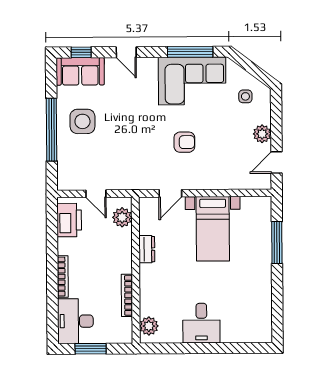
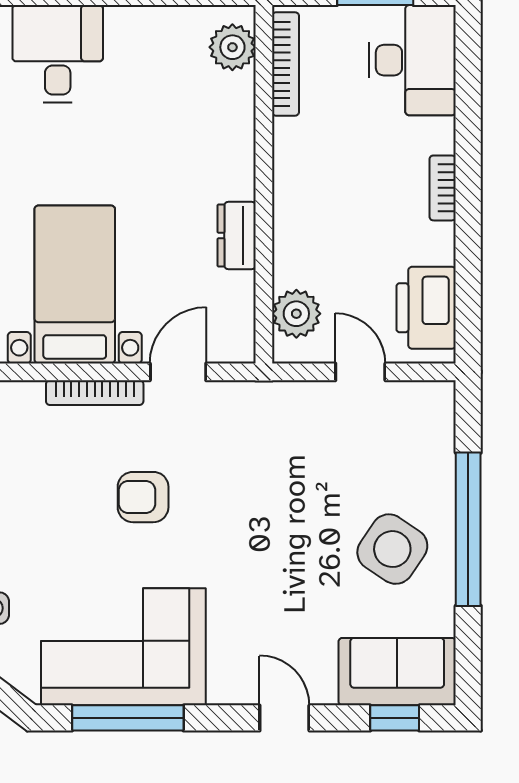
side table: (82, 121) -> (392, 549), turned 34
bookcase: (204, 185) -> (95, 393), added
bookcase: (63, 277) -> (443, 188), width x0.64
bookcase: (127, 295) -> (286, 64), moved
desk: (201, 323) -> (58, 54), moved

